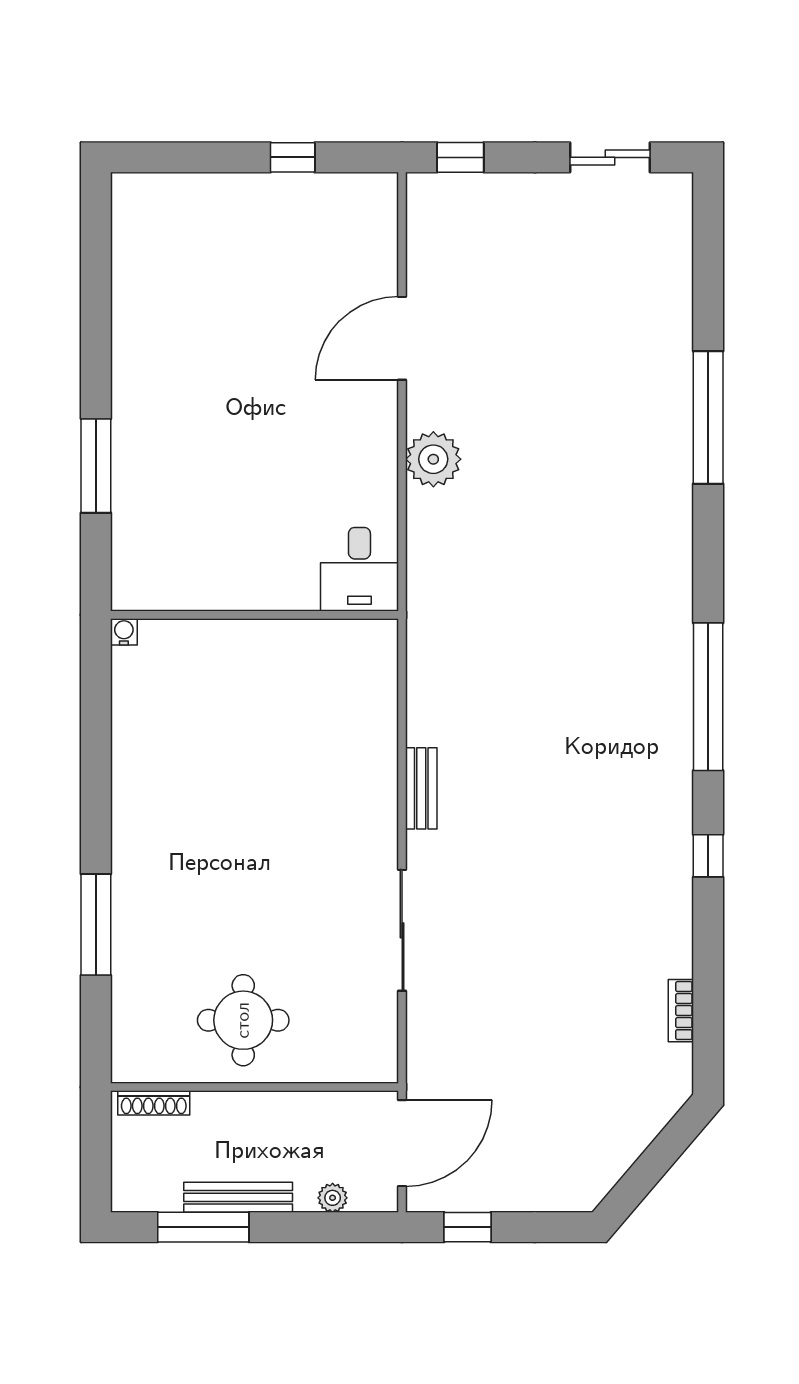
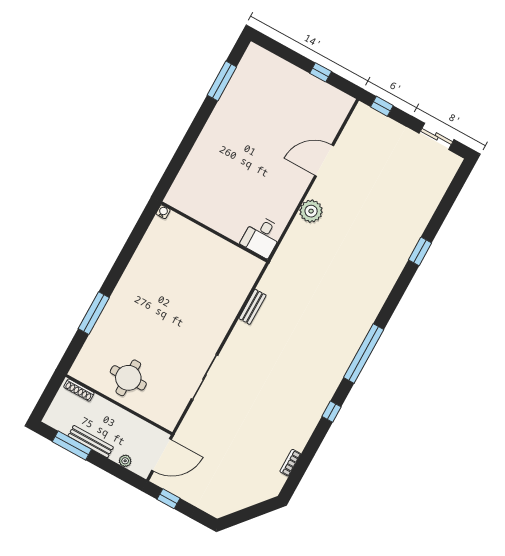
window: (708, 417) -> (420, 251), width x0.47
window: (96, 466) -> (222, 81), moved
bench: (421, 788) -> (252, 307), moved

